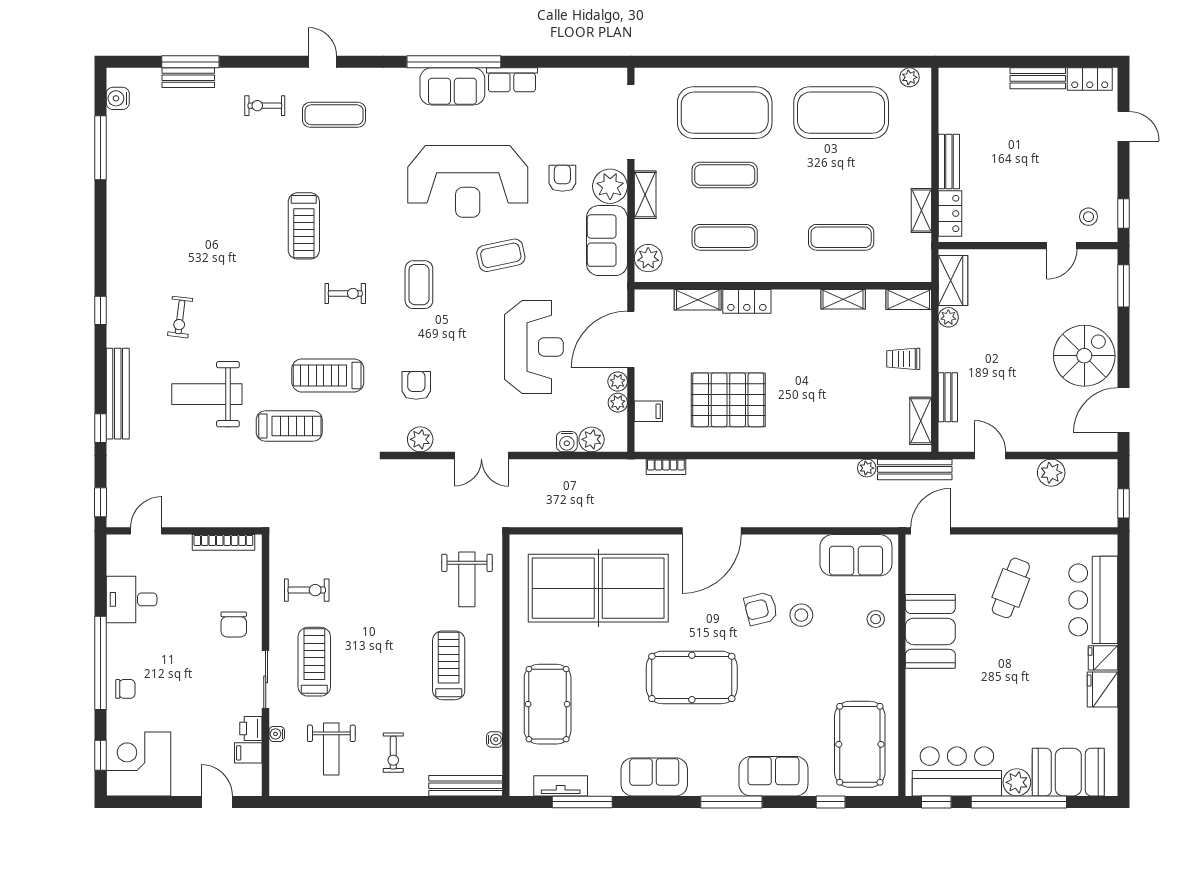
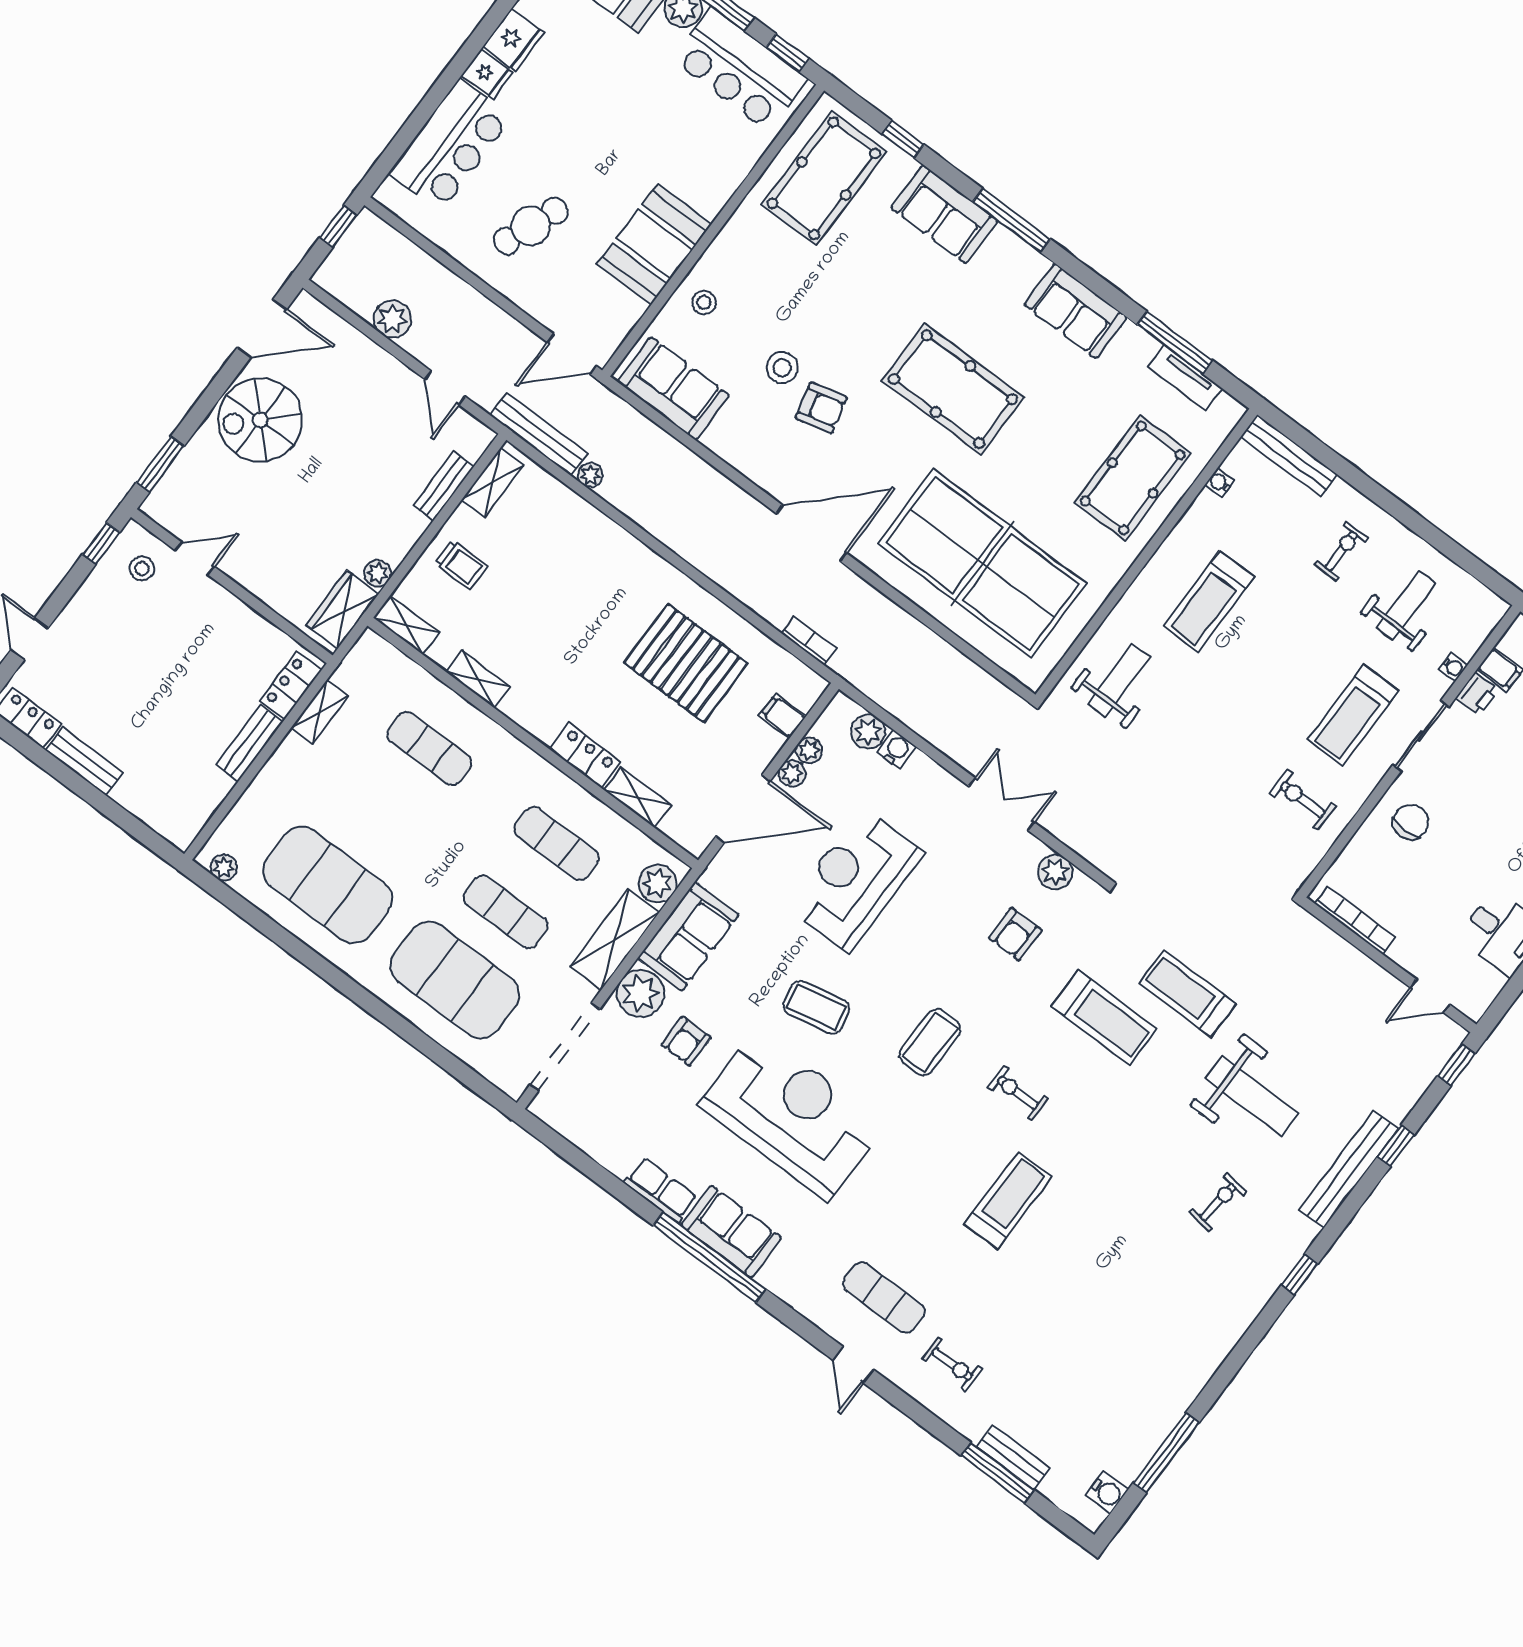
shelving: (645, 195) -> (615, 939), width x1.50, depth x1.33

